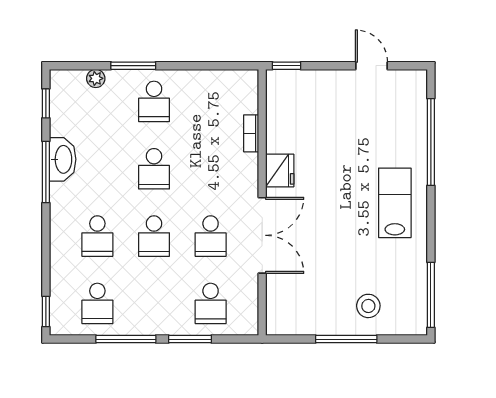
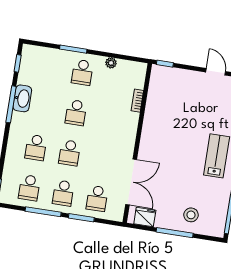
plant: (96, 78) -> (111, 63), moved
fridge: (280, 170) -> (145, 217), moved, turned -90
double door: (262, 235) -> (131, 182), moved
school desk: (211, 236) -> (63, 193), moved

